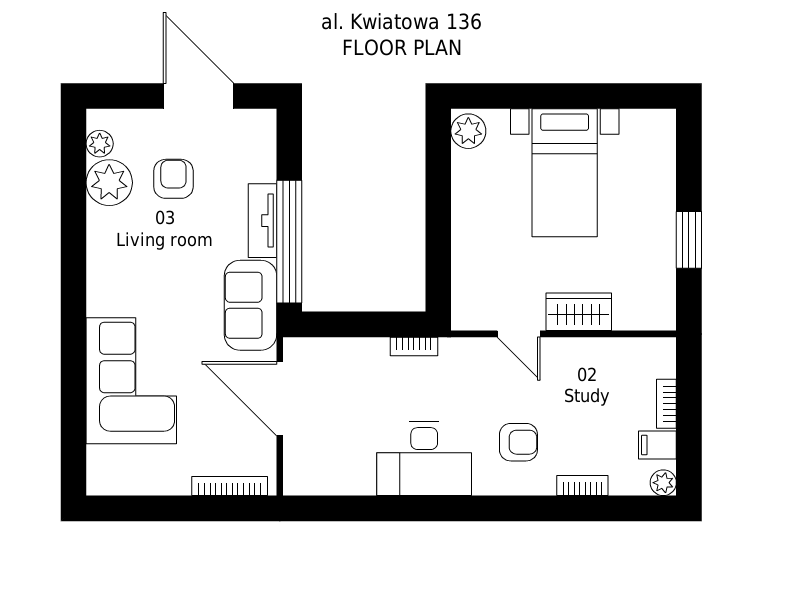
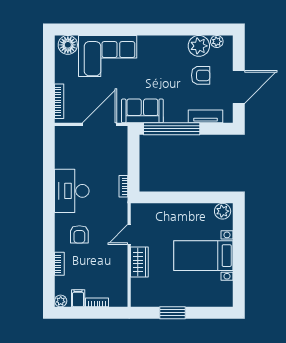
tv unit: (262, 221) -> (206, 116), moved
floor lamp: (107, 467) -> (68, 45), added

